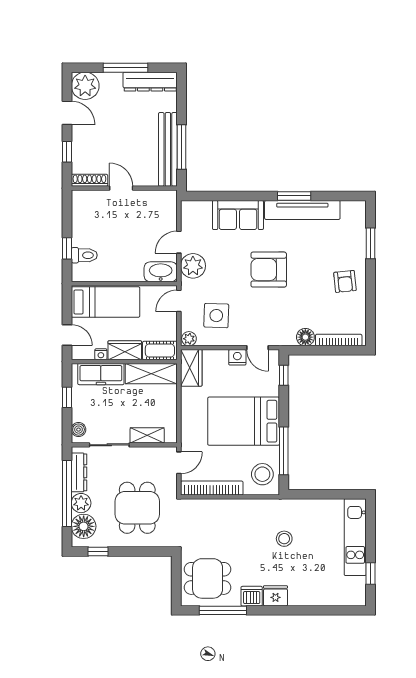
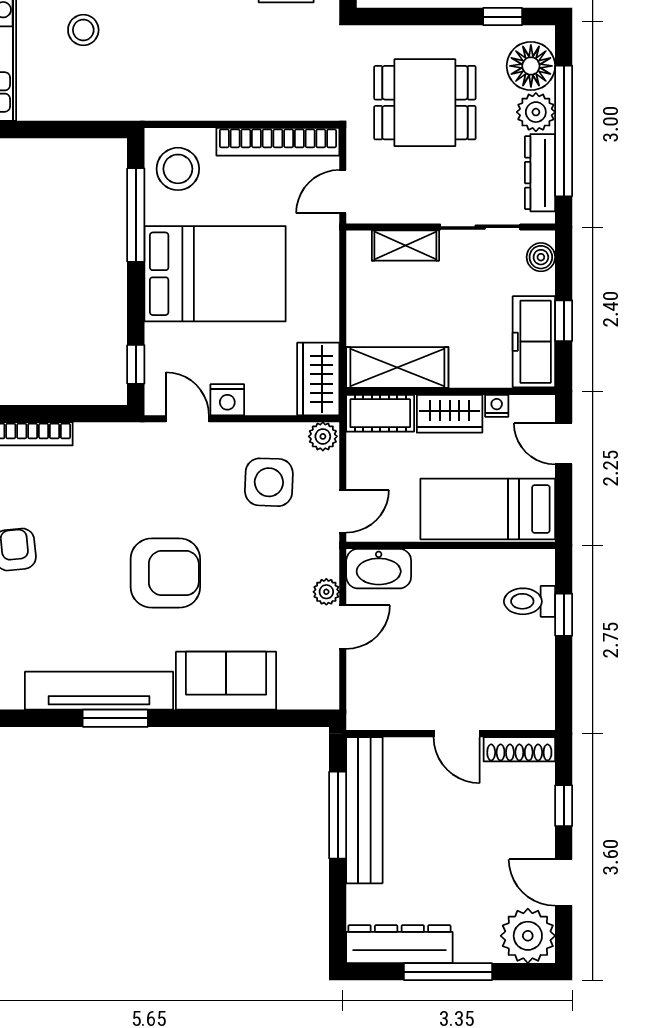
plant: (193, 266) -> (326, 592), width x0.53, depth x0.53
floor lamp: (305, 337) -> (93, 440), removed
freezer: (101, 374) -> (534, 342), moved, turned -90
dining table: (137, 508) -> (425, 103), turned 90
stool: (284, 539) -> (83, 30), moved

